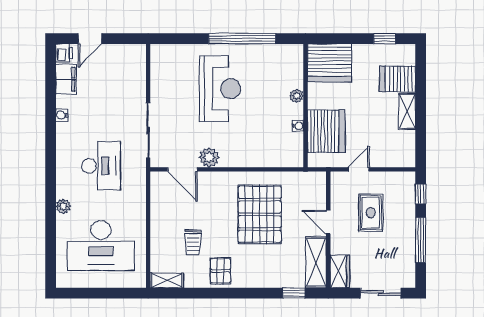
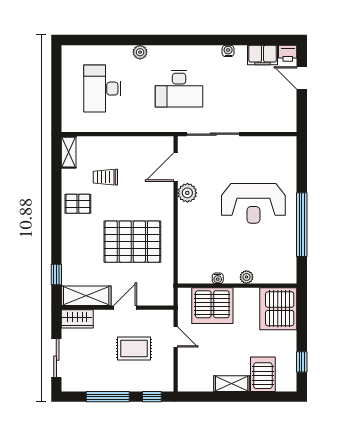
desk: (101, 245) -> (102, 89), width x0.73, depth x0.77

